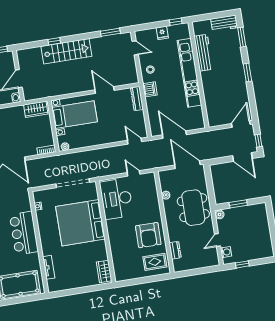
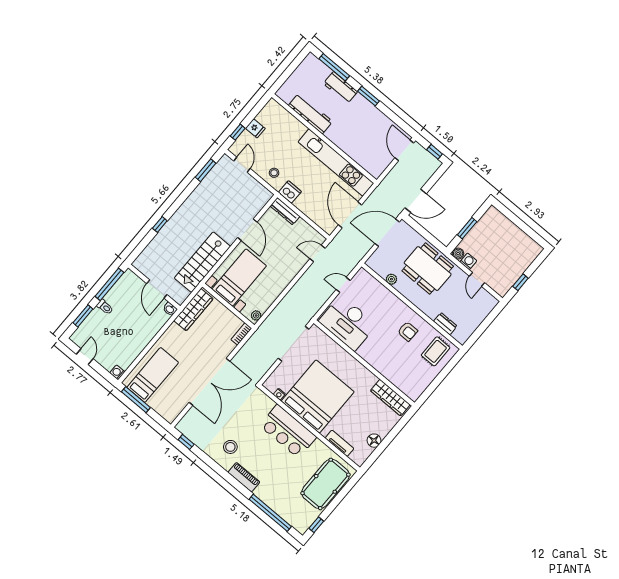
window: (176, 22) -> (238, 132), moved
workbench: (224, 23) -> (340, 88), moved, turned 90
window: (242, 37) -> (334, 67), width x1.44
door: (135, 48) -> (242, 165), hinge flipped
stairs: (66, 51) -> (202, 262), moved, turned 180
kitchen unit: (189, 73) -> (336, 163), moved
door: (104, 90) -> (247, 230), swing flipped
wardrobe: (36, 109) -> (193, 310), width x1.50
door: (174, 135) -> (350, 215), hinge flipped
door: (242, 157) -> (416, 201), moved
bed: (80, 223) -> (318, 396), moved, turned 180
armchair: (148, 235) -> (407, 331), width x0.53, depth x0.53
washing machine: (226, 252) -> (468, 261), moved
wardrobe: (104, 271) -> (390, 398), width x1.50
floor lamp: (71, 284) -> (374, 441), added

